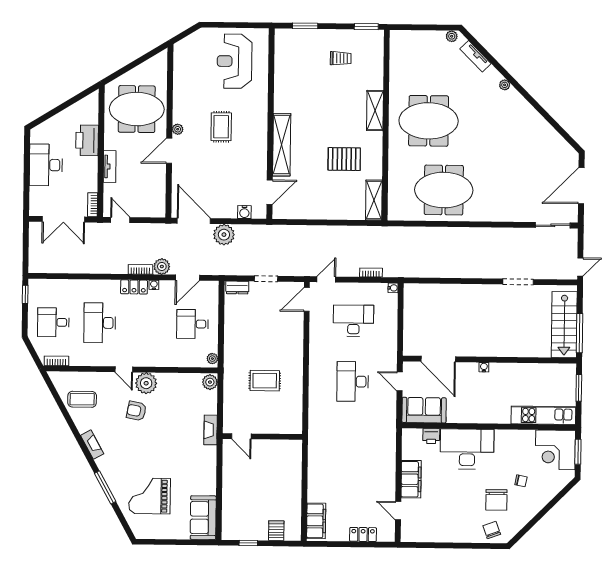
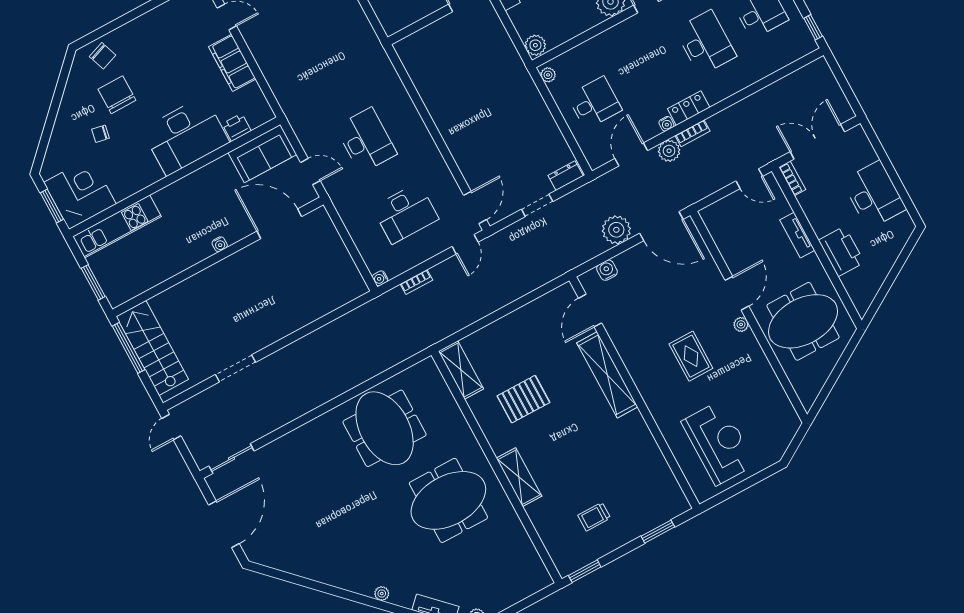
meeting table: (444, 190) -> (385, 428), turned 90
rug: (265, 381) -> (471, 83), removed

